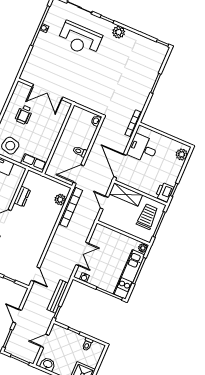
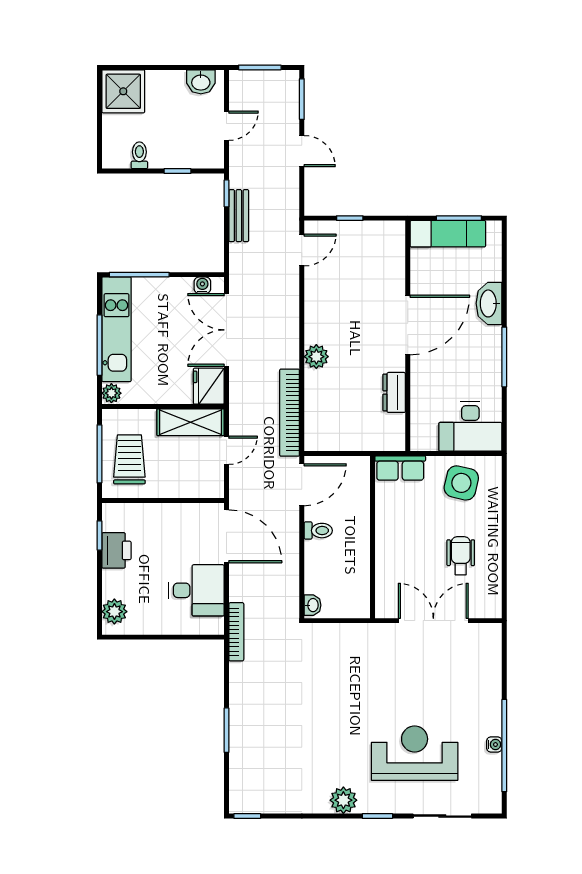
printer: (164, 192) -> (116, 550), moved
shelving: (126, 195) -> (191, 422), moved
plant: (60, 200) -> (316, 357), moved
door: (104, 203) -> (227, 450), hinge flipped
trolley: (147, 217) -> (129, 459), turned 180
fridge: (100, 233) -> (209, 386), added
double door: (82, 254) -> (227, 330), width x1.37
door: (35, 274) -> (302, 250), swing flipped
bench: (58, 296) -> (239, 216), width x0.73

